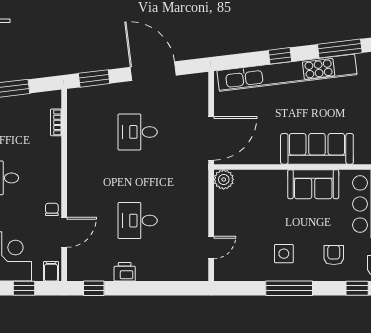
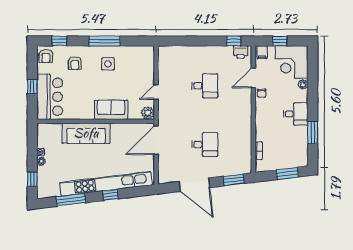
sofa: (313, 184) -> (111, 110), moved
door: (211, 247) -> (156, 92), moved
printer: (125, 272) -> (241, 52), moved

